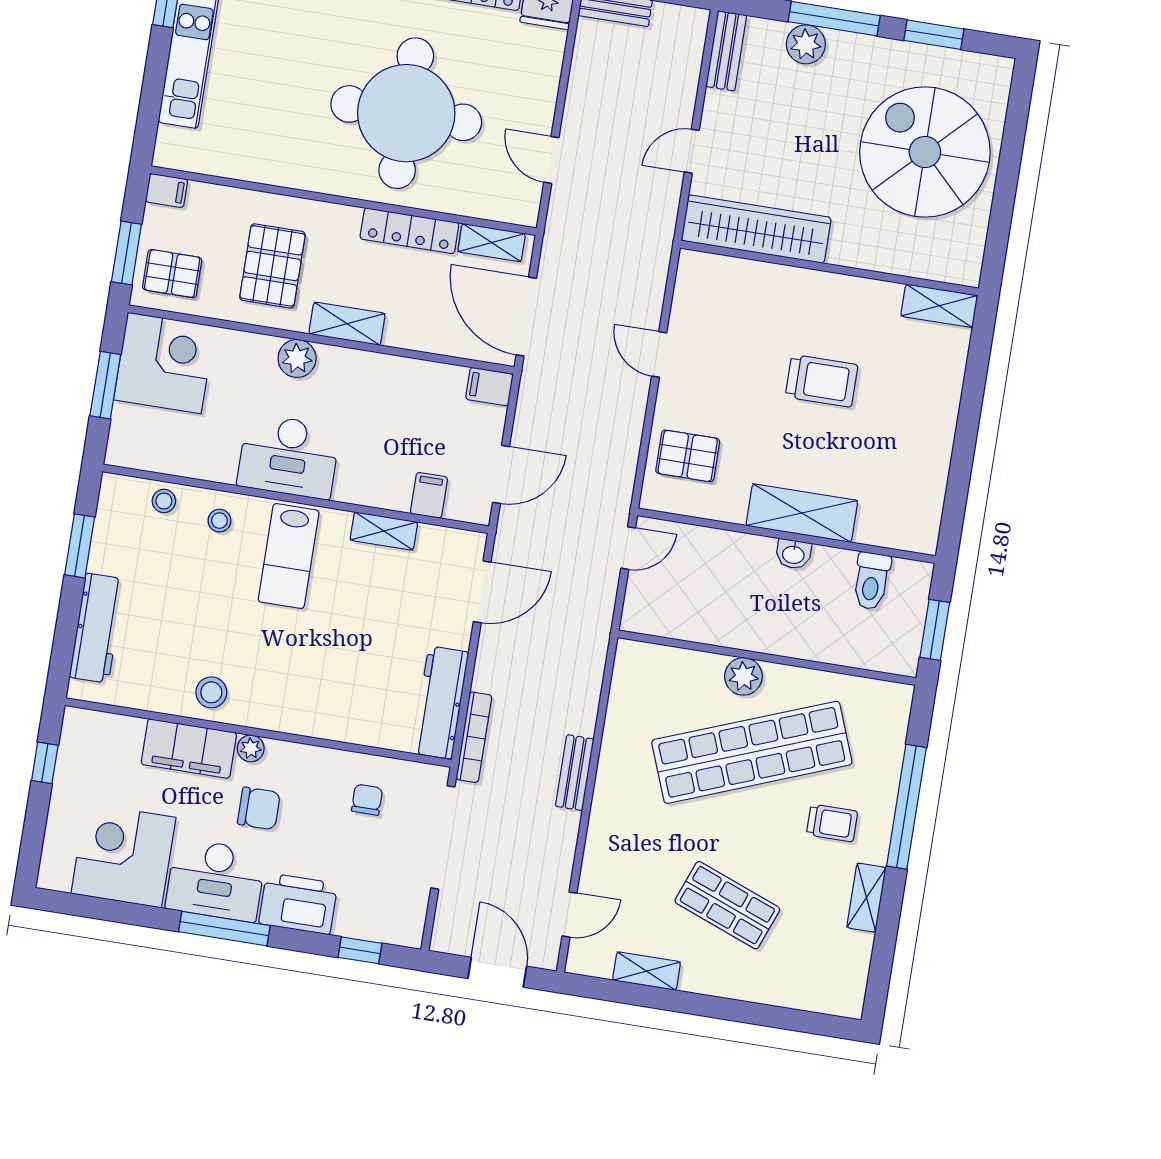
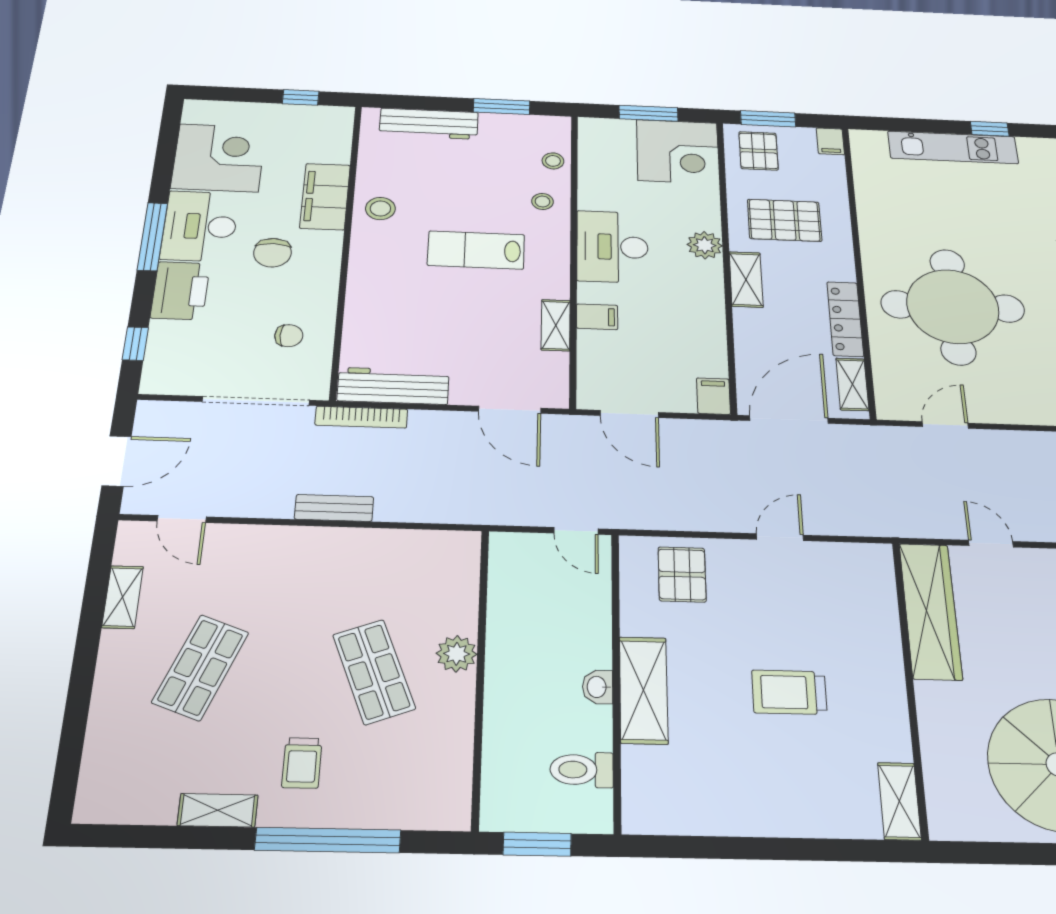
trolley: (822, 381) -> (789, 692), turned 90
filing cabinet: (429, 495) -> (597, 317), moved
lab bench: (289, 556) -> (476, 250), moved
plant: (251, 748) -> (330, 242), removed
shop shelf: (752, 752) -> (374, 672), width x0.50, depth x0.74

